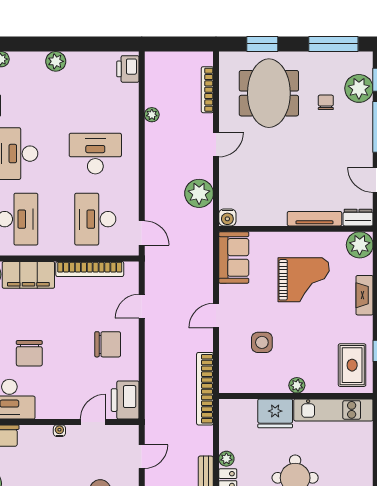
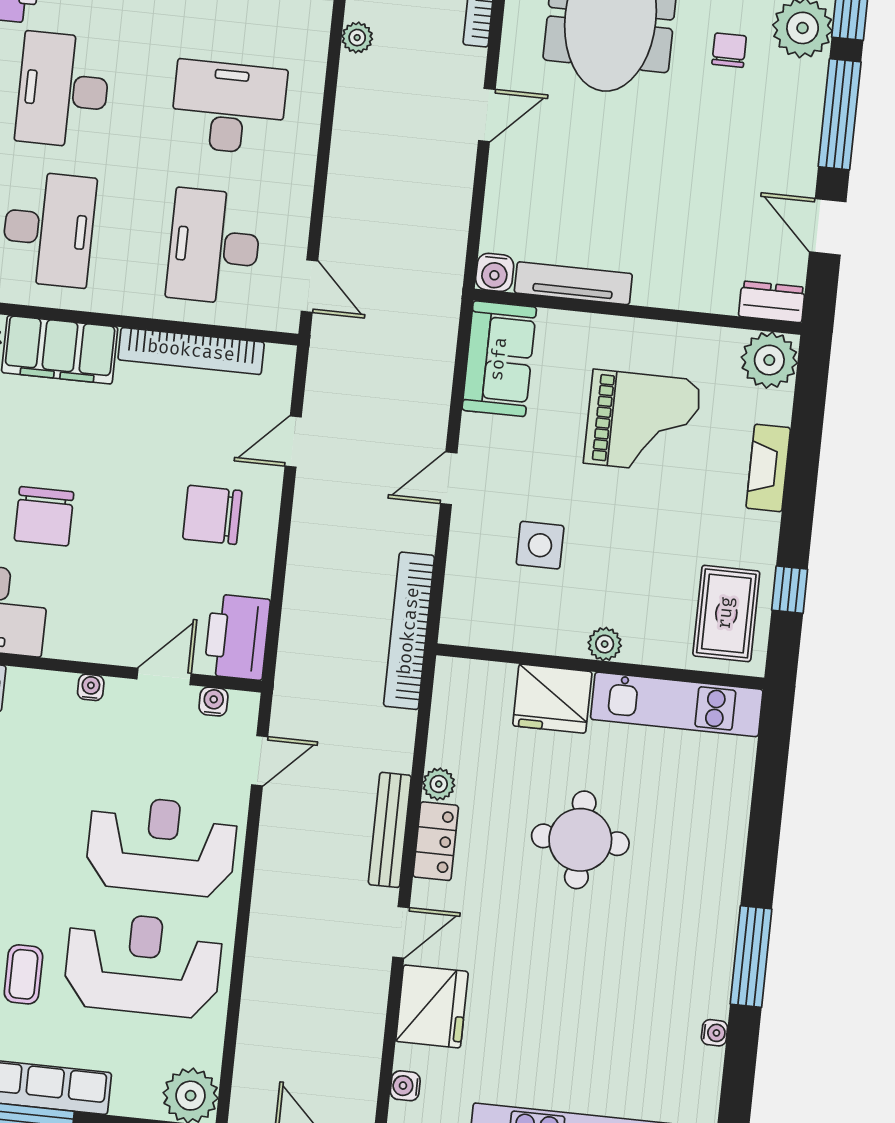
plant: (199, 193) -> (440, 215), removed
tv unit: (314, 219) -> (573, 283), moved
chair: (108, 344) -> (212, 515), turned 180
water cooler: (117, 431) -> (213, 702), added

